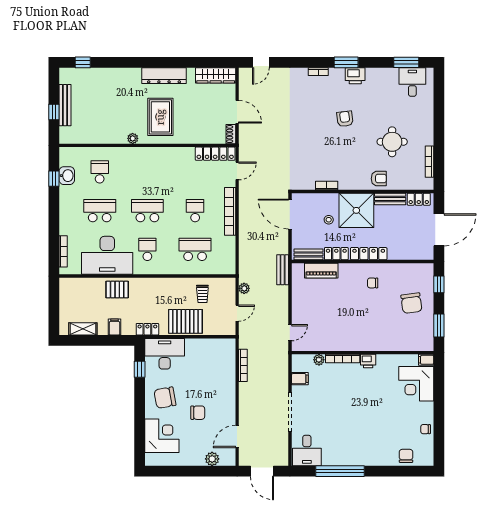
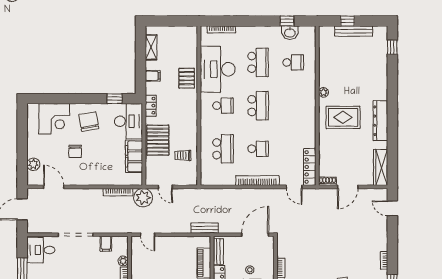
plant: (244, 288) -> (143, 198), moved, width x1.88, depth x1.88
filing cabinet: (203, 348) -> (134, 156), added

